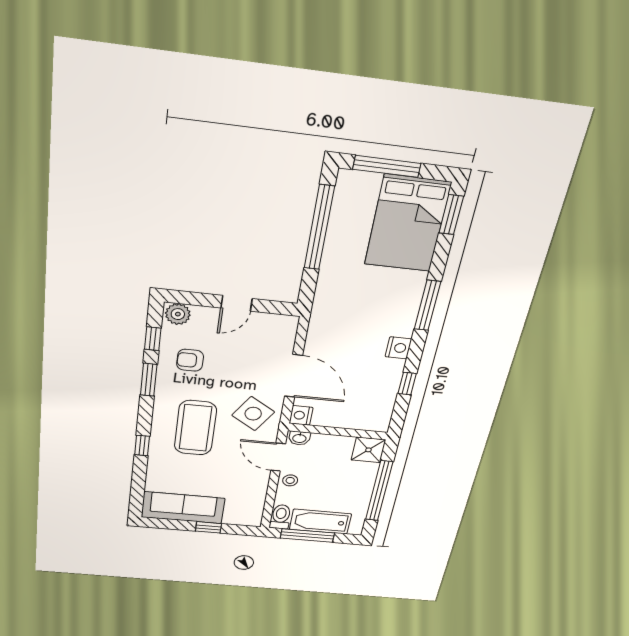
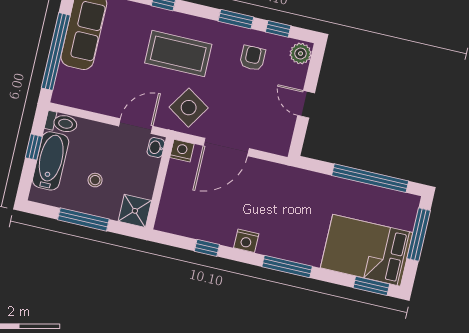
stool: (290, 480) -> (95, 180), moved
window: (379, 491) -> (83, 219), width x0.68
window: (208, 527) -> (56, 52), width x3.17
window: (307, 535) -> (34, 147), width x0.46

